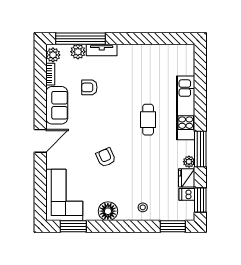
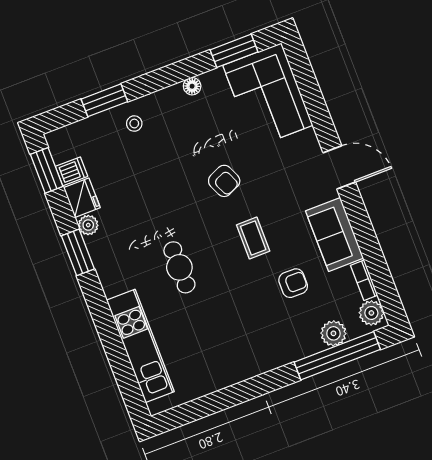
tv unit: (102, 50) -> (296, 351), removed
kitchen unit: (186, 108) -> (140, 346), moved
coffee table: (102, 120) -> (253, 238), added
door: (40, 141) -> (339, 167), swing flipped
window: (200, 149) -> (78, 252), width x0.69
floor lamp: (108, 211) -> (192, 86), width x0.53, depth x0.53
window: (173, 226) -> (104, 100), moved

